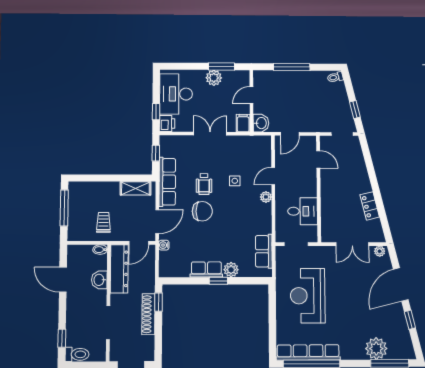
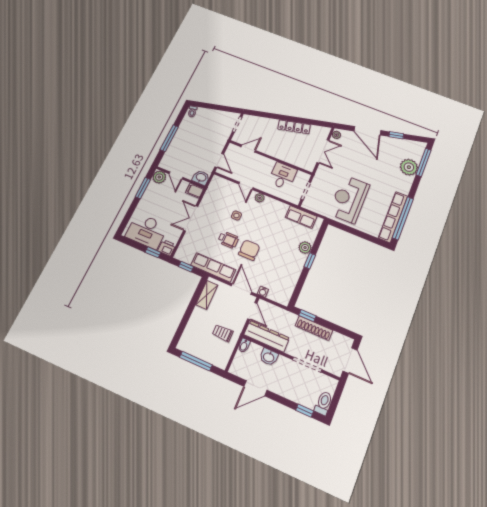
plant: (214, 78) -> (159, 177), moved
window: (355, 110) -> (223, 108), removed
locker: (370, 206) -> (294, 127), width x1.53
row of seats: (206, 269) -> (297, 266), removed
reception desk: (308, 296) -> (349, 199), turned 90

